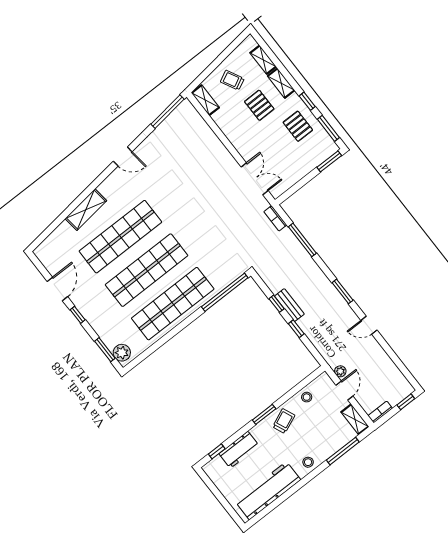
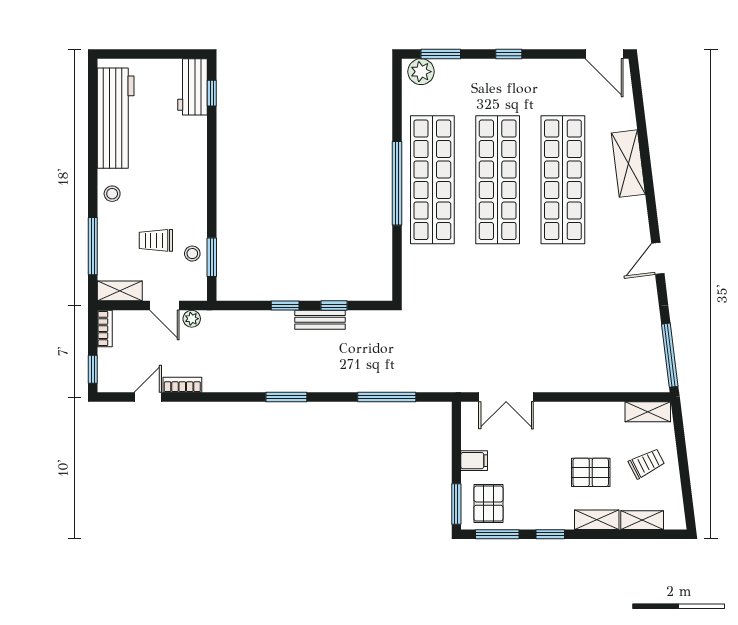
pallet: (298, 126) -> (488, 504), moved, turned 90
filing cabinet: (300, 170) -> (474, 461), added
bookcase: (275, 218) -> (182, 385), moved
door: (57, 289) -> (604, 54), moved
window: (225, 292) -> (397, 183), moved
door: (369, 325) -> (148, 397), moved
window: (264, 414) -> (212, 257), moved
trolley: (284, 421) -> (156, 240), moved, turned 113
workbench: (239, 450) -> (193, 87), moved

